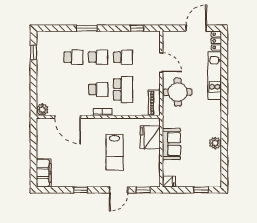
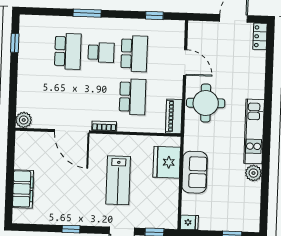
school desk: (73, 57) -> (68, 51), width x1.85
school desk: (123, 57) -> (134, 54), width x1.85
kitchen unit: (215, 76) -> (254, 131), moved
school desk: (98, 89) -> (99, 96), removed
door: (68, 117) -> (72, 131), moved
filing cabinet: (44, 173) -> (23, 189), moved

